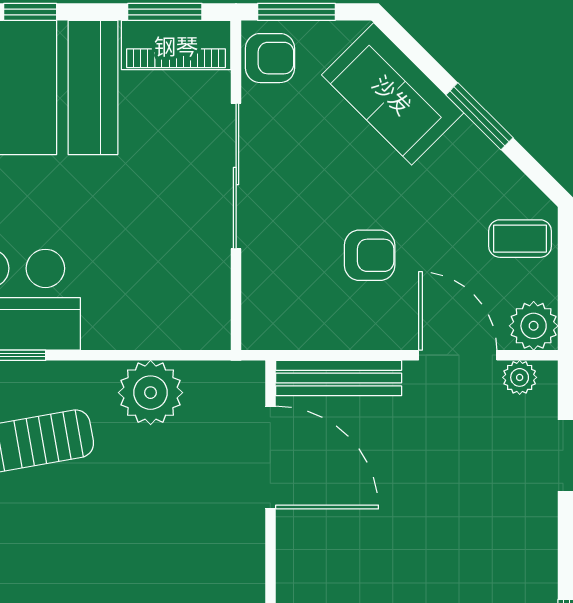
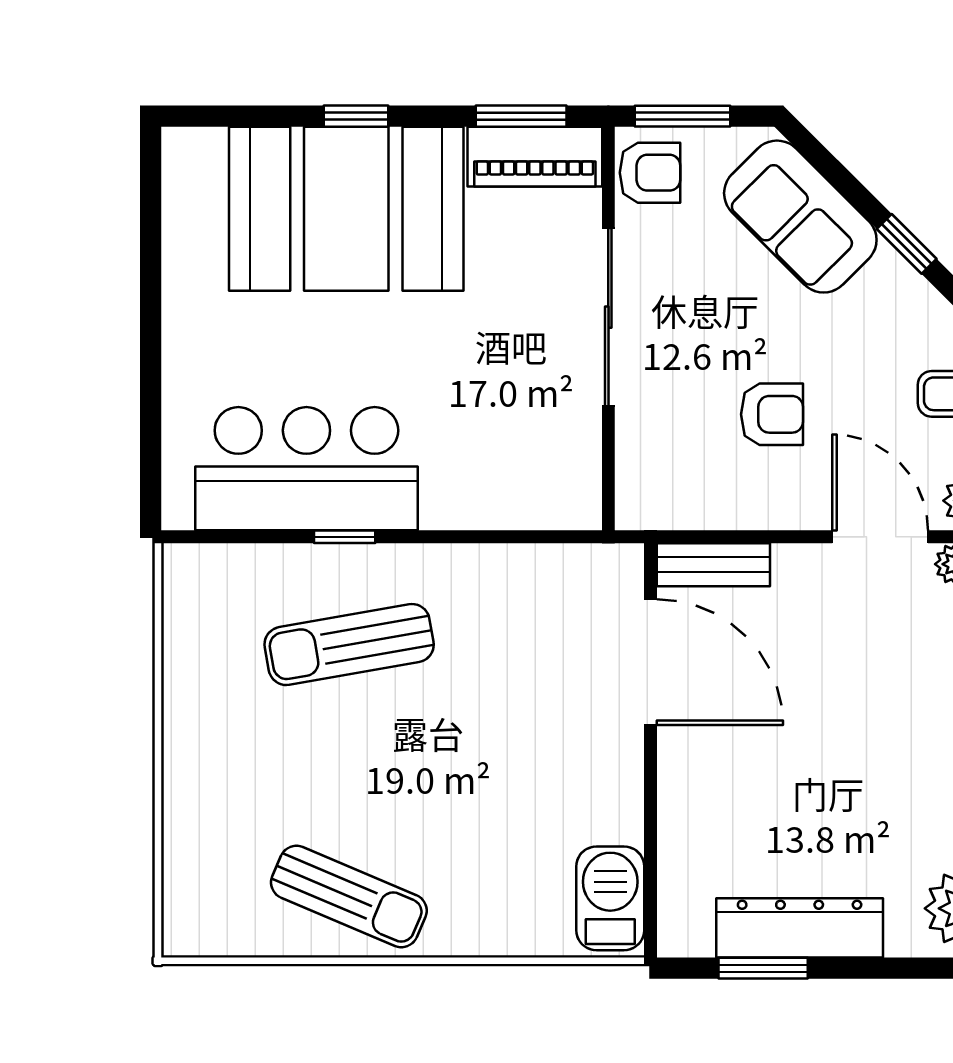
window: (479, 116) -> (907, 244), width x0.67
bench: (339, 378) -> (713, 565), width x0.73
plant: (151, 393) -> (503, 583), removed

